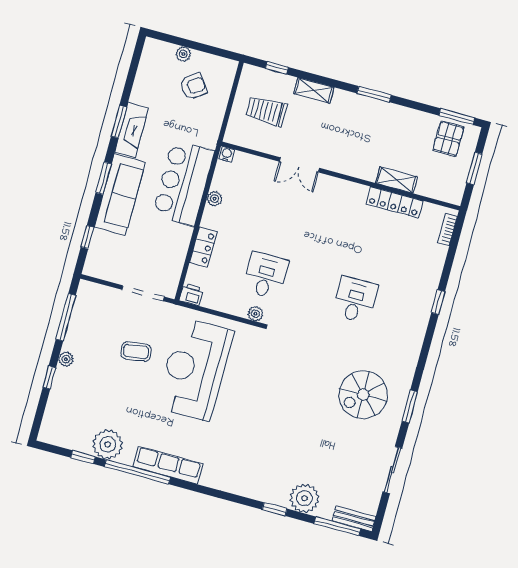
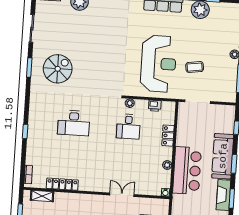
shelving: (397, 180) -> (42, 196), moved
printer: (191, 294) -> (155, 106), moved
desk: (355, 300) -> (74, 123), width x1.37

